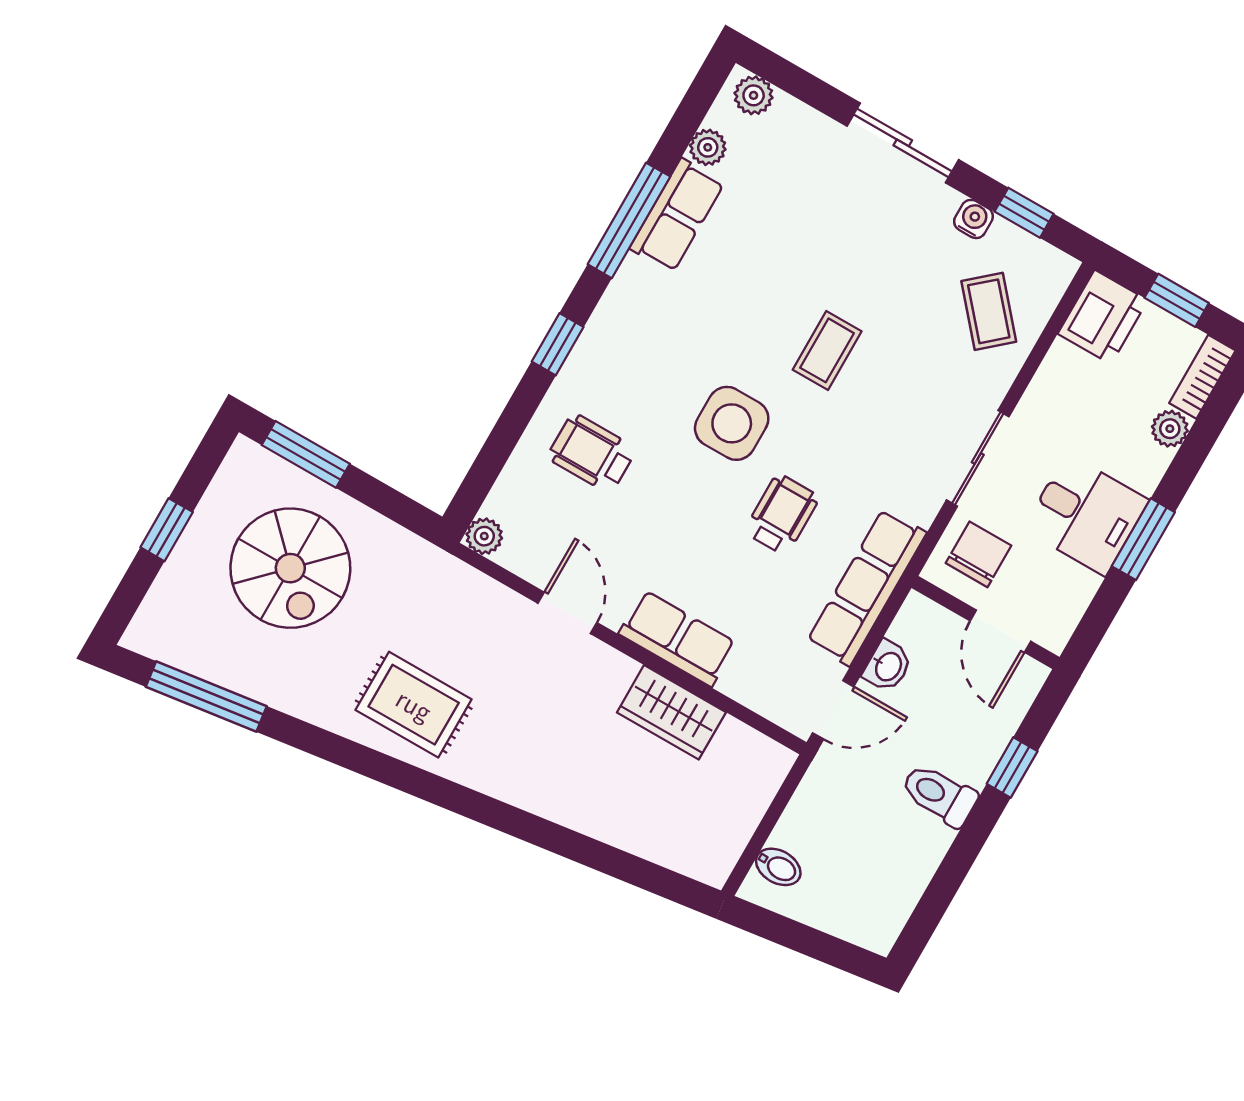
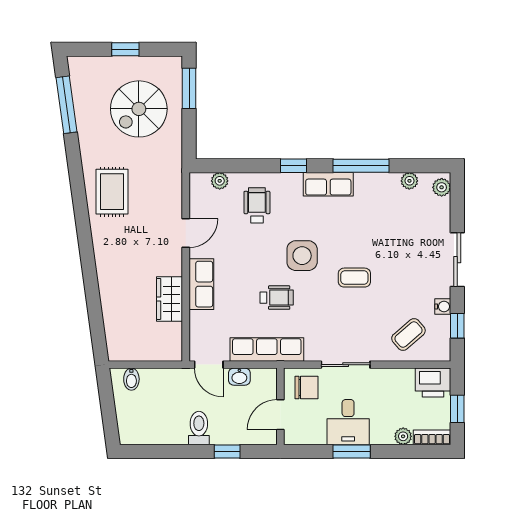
row of seats: (677, 215) -> (328, 184), moved
plant: (484, 536) -> (220, 181), moved

